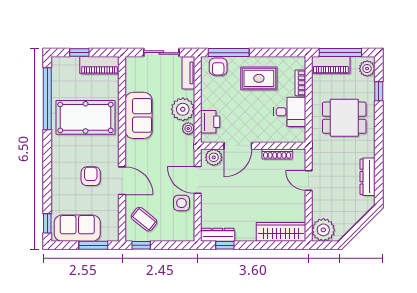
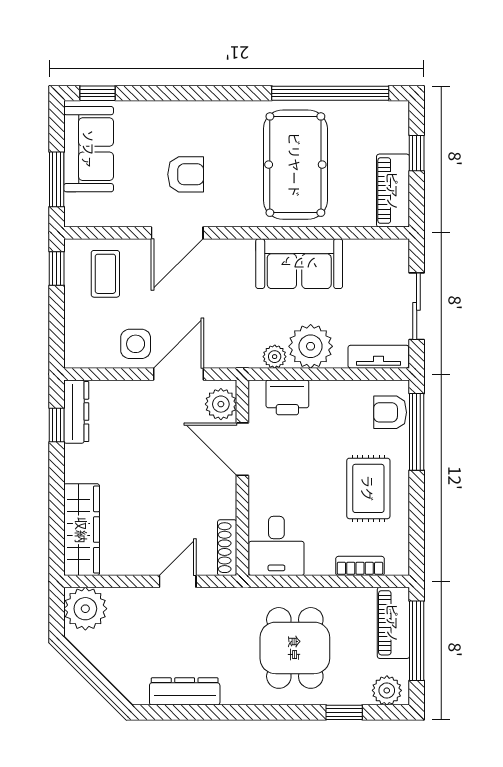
desk: (290, 112) -> (276, 546), moved
shoe rack: (277, 154) -> (227, 548), moved
coffee table: (144, 219) -> (105, 274), turned -39

